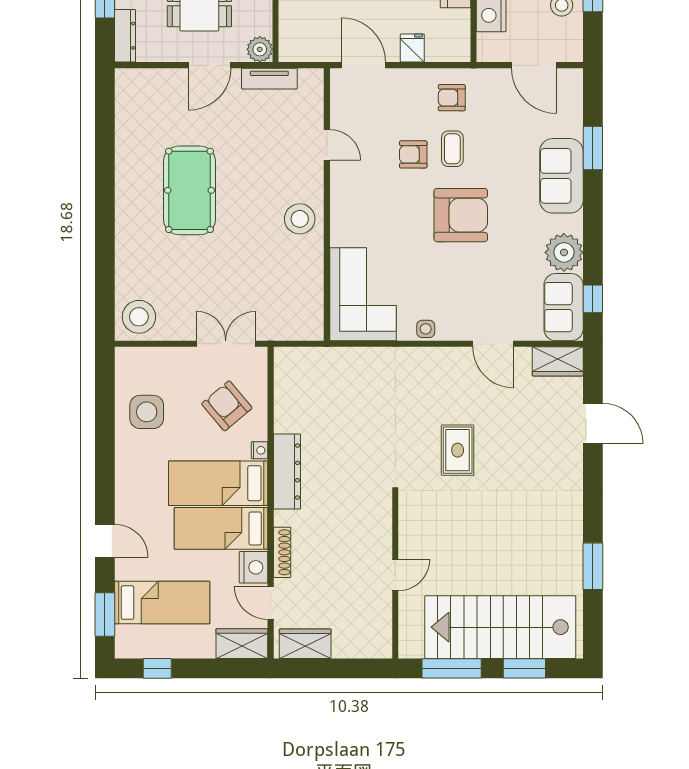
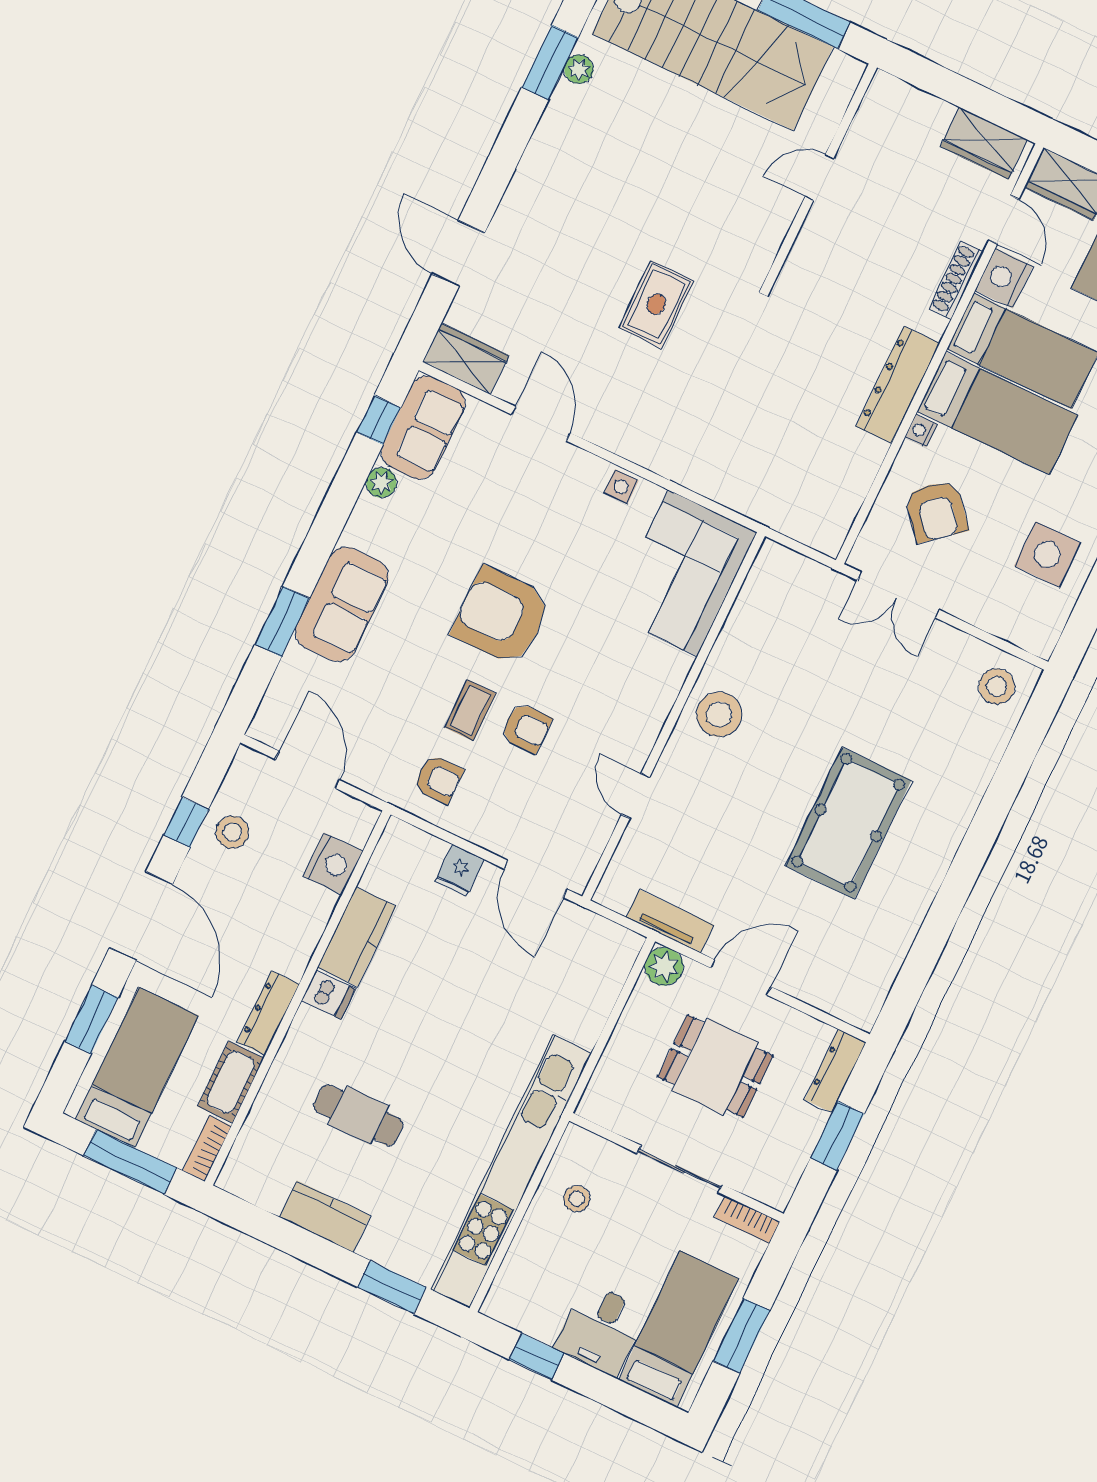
plant: (564, 252) -> (381, 483), width x0.53, depth x0.53
stool: (139, 317) -> (997, 686), width x0.73, depth x0.73
plant: (573, 571) -> (579, 69), added

